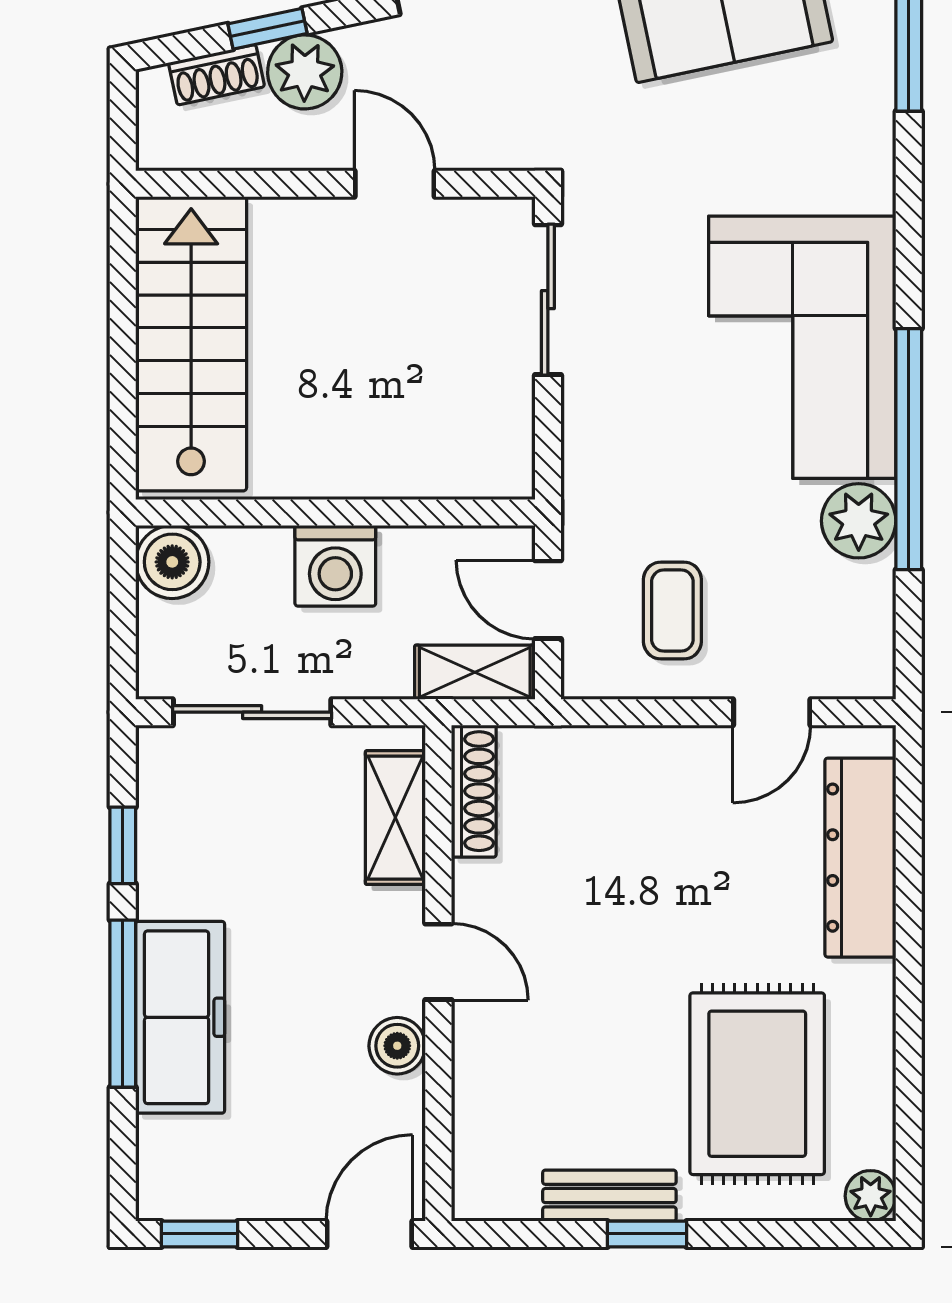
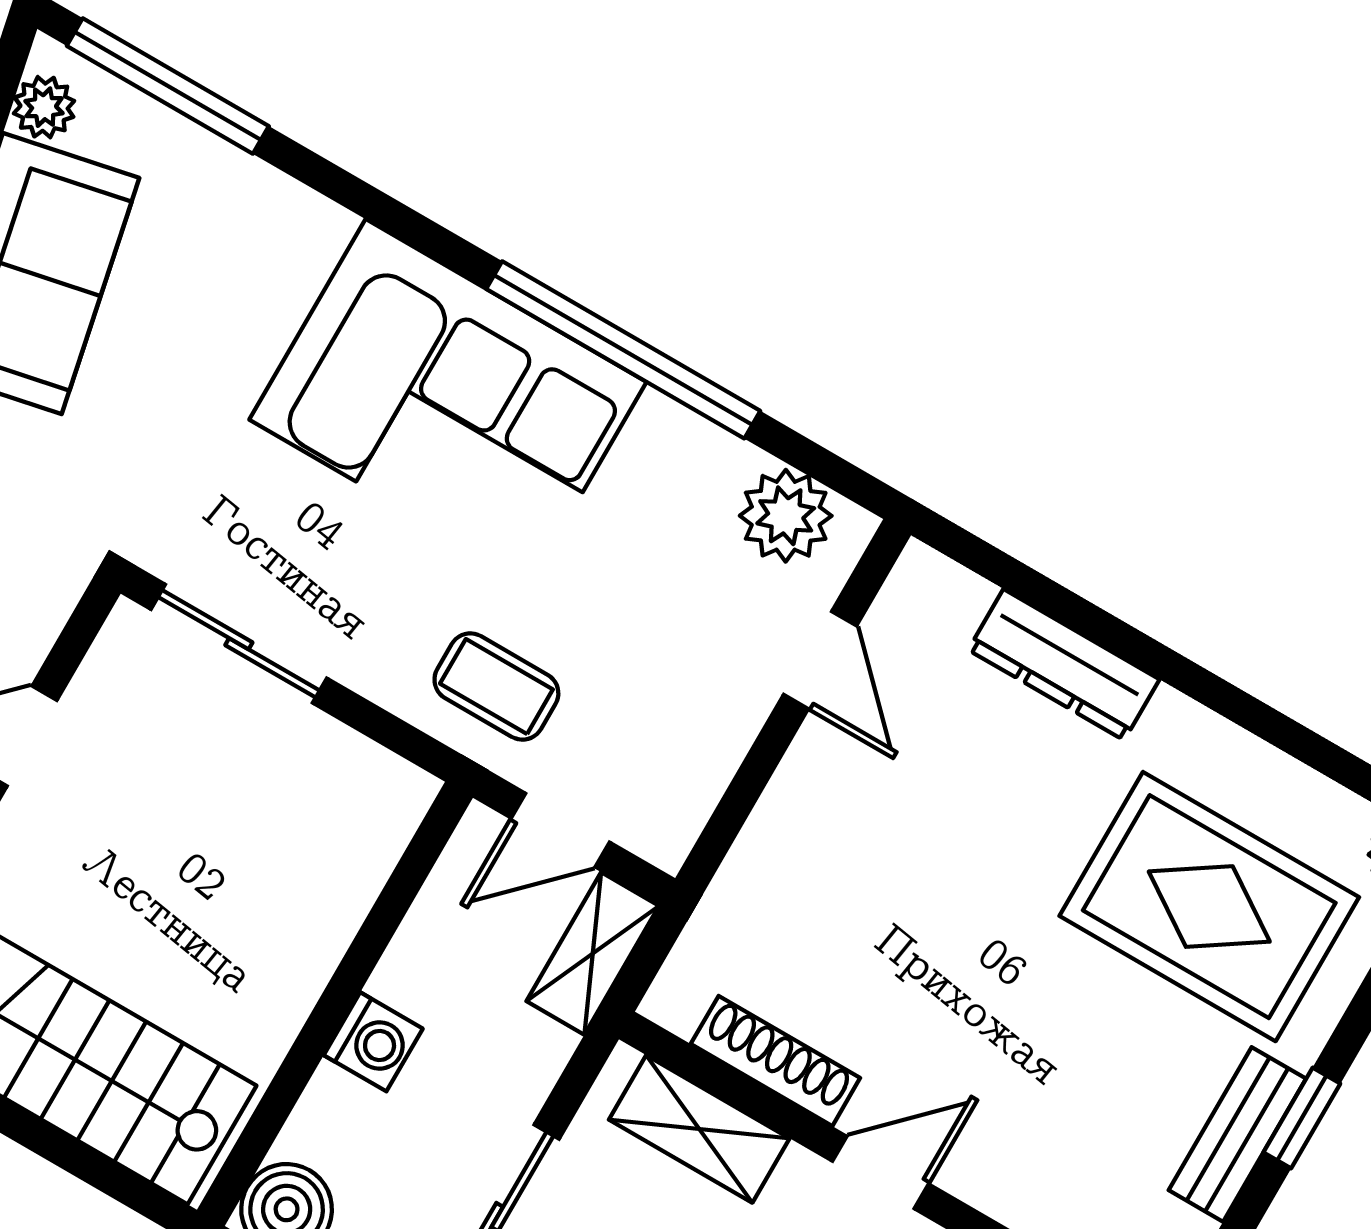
plant: (859, 521) -> (786, 516), moved
washing machine: (335, 566) -> (373, 1042), width x0.73, depth x0.73
coffee table: (672, 611) -> (496, 686), moved
shoe rack: (474, 791) -> (775, 1061), moved
dresser: (860, 858) -> (1064, 665), width x0.73, depth x0.80

